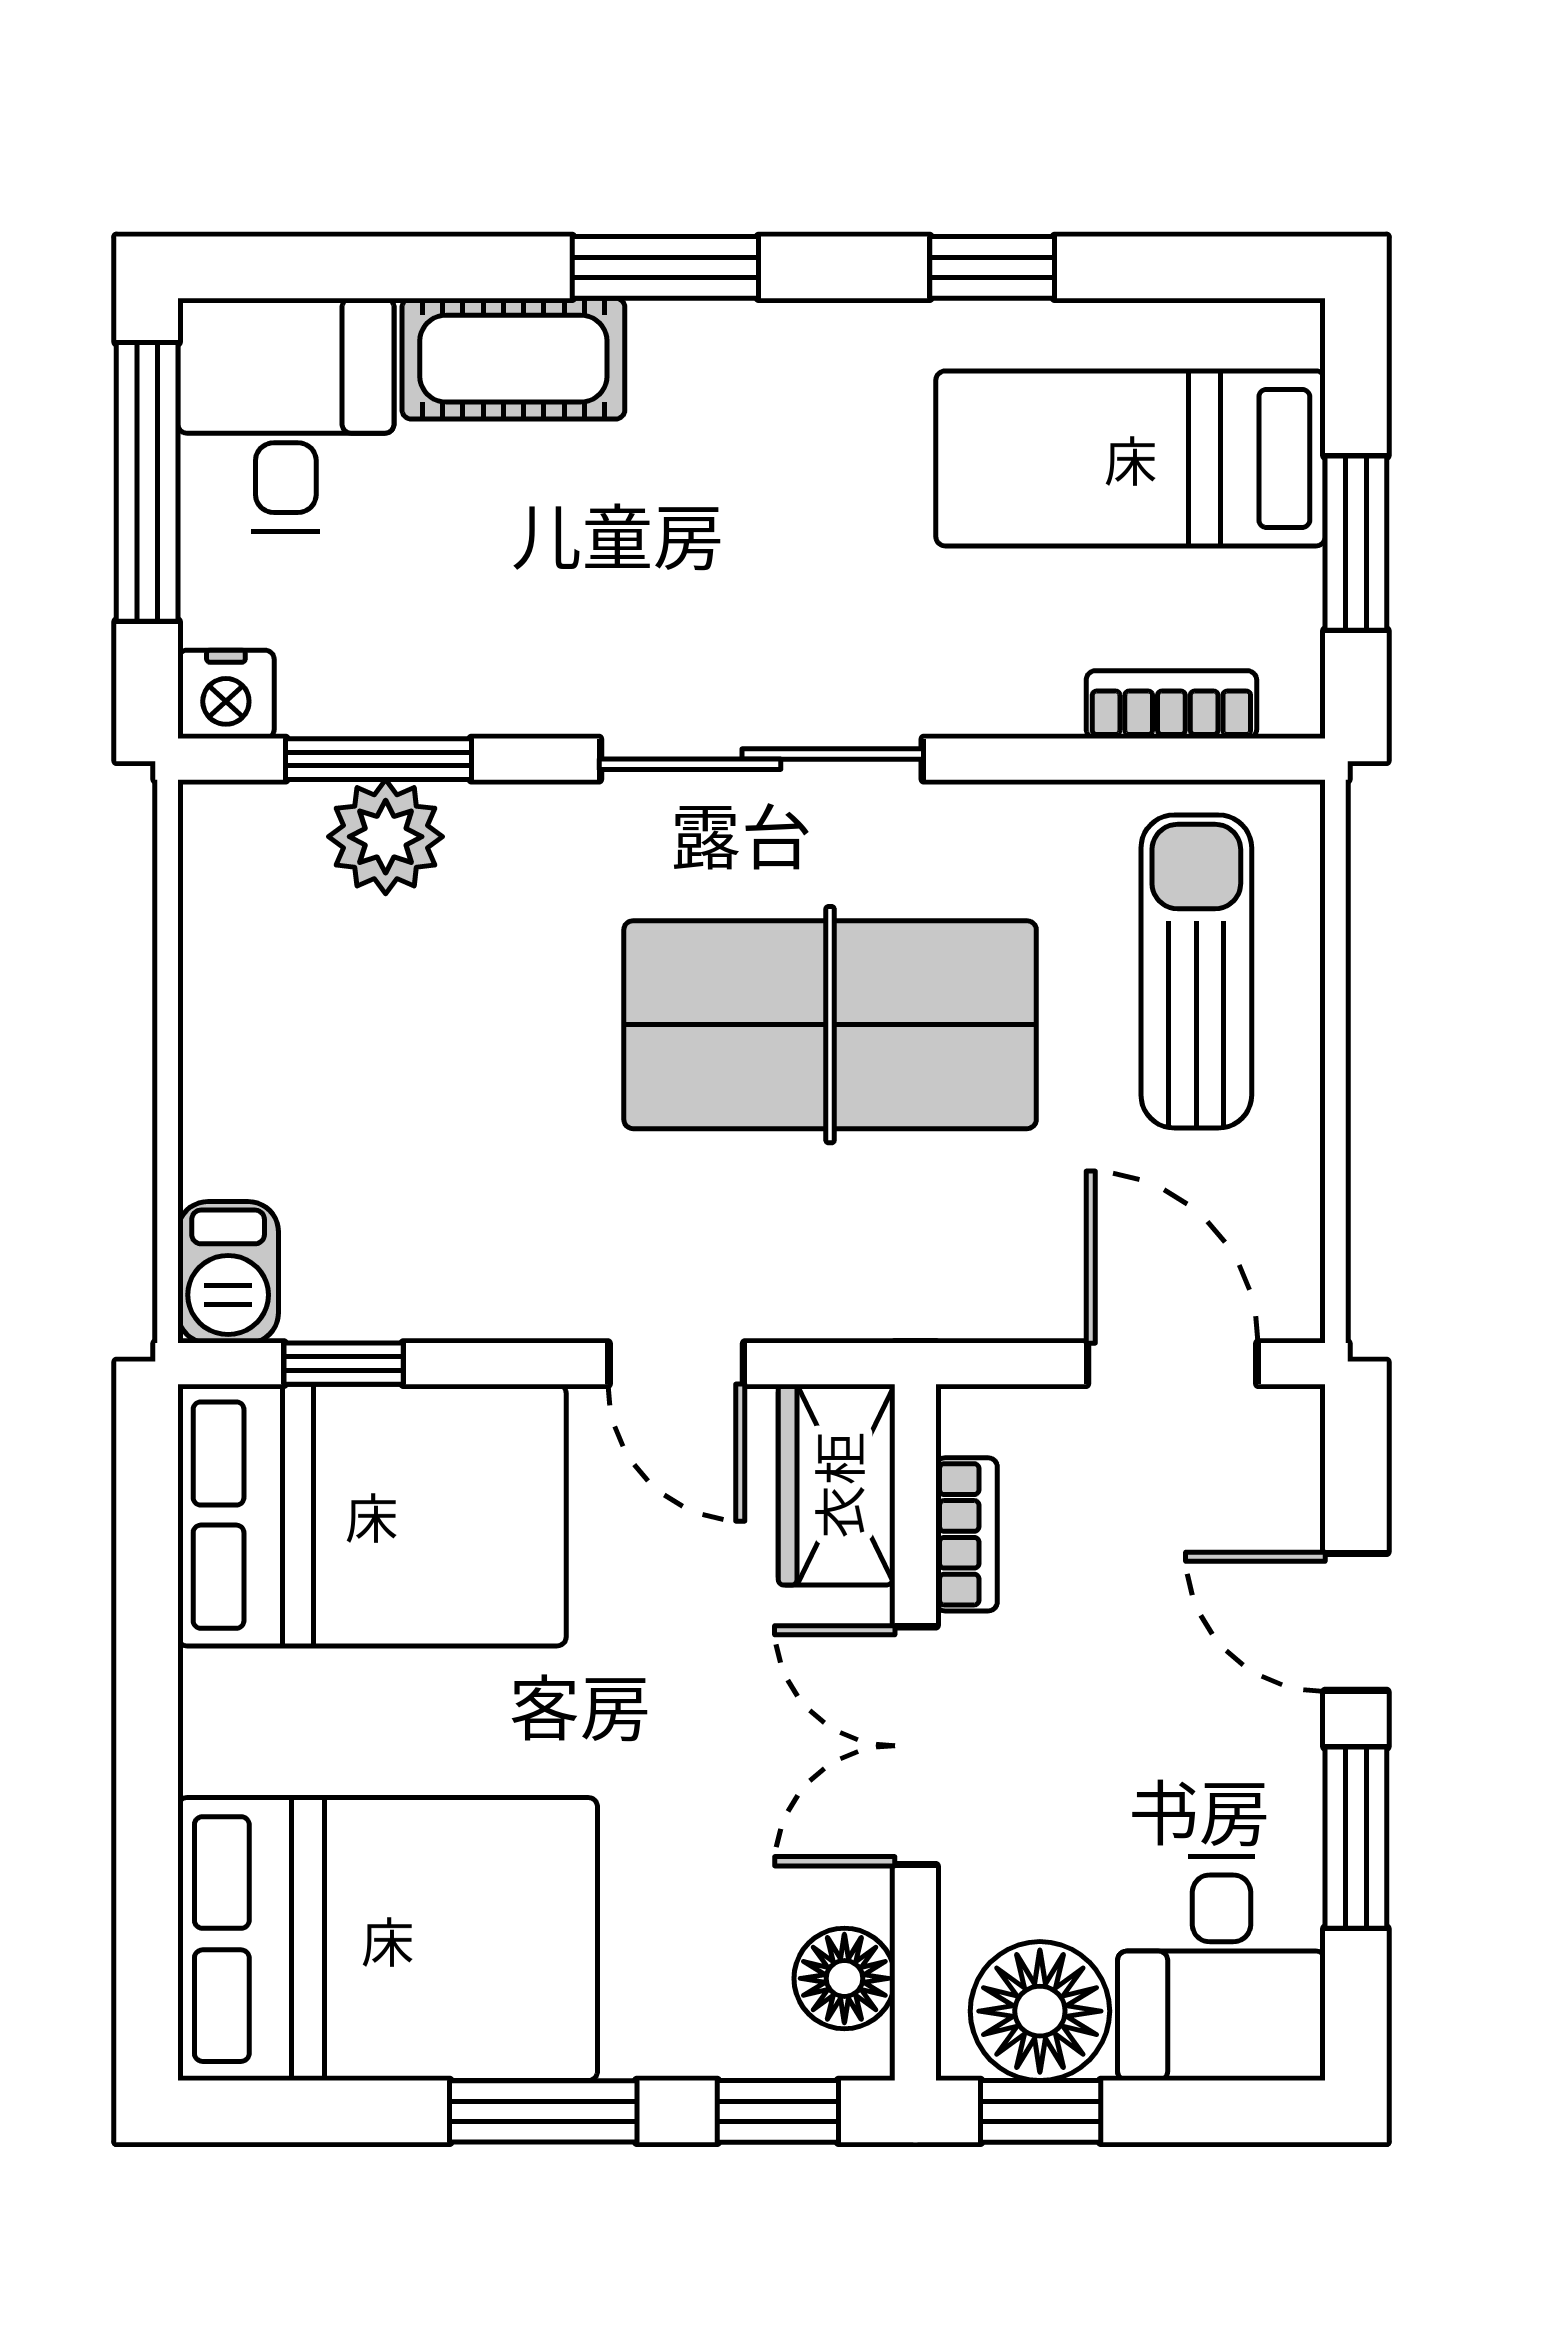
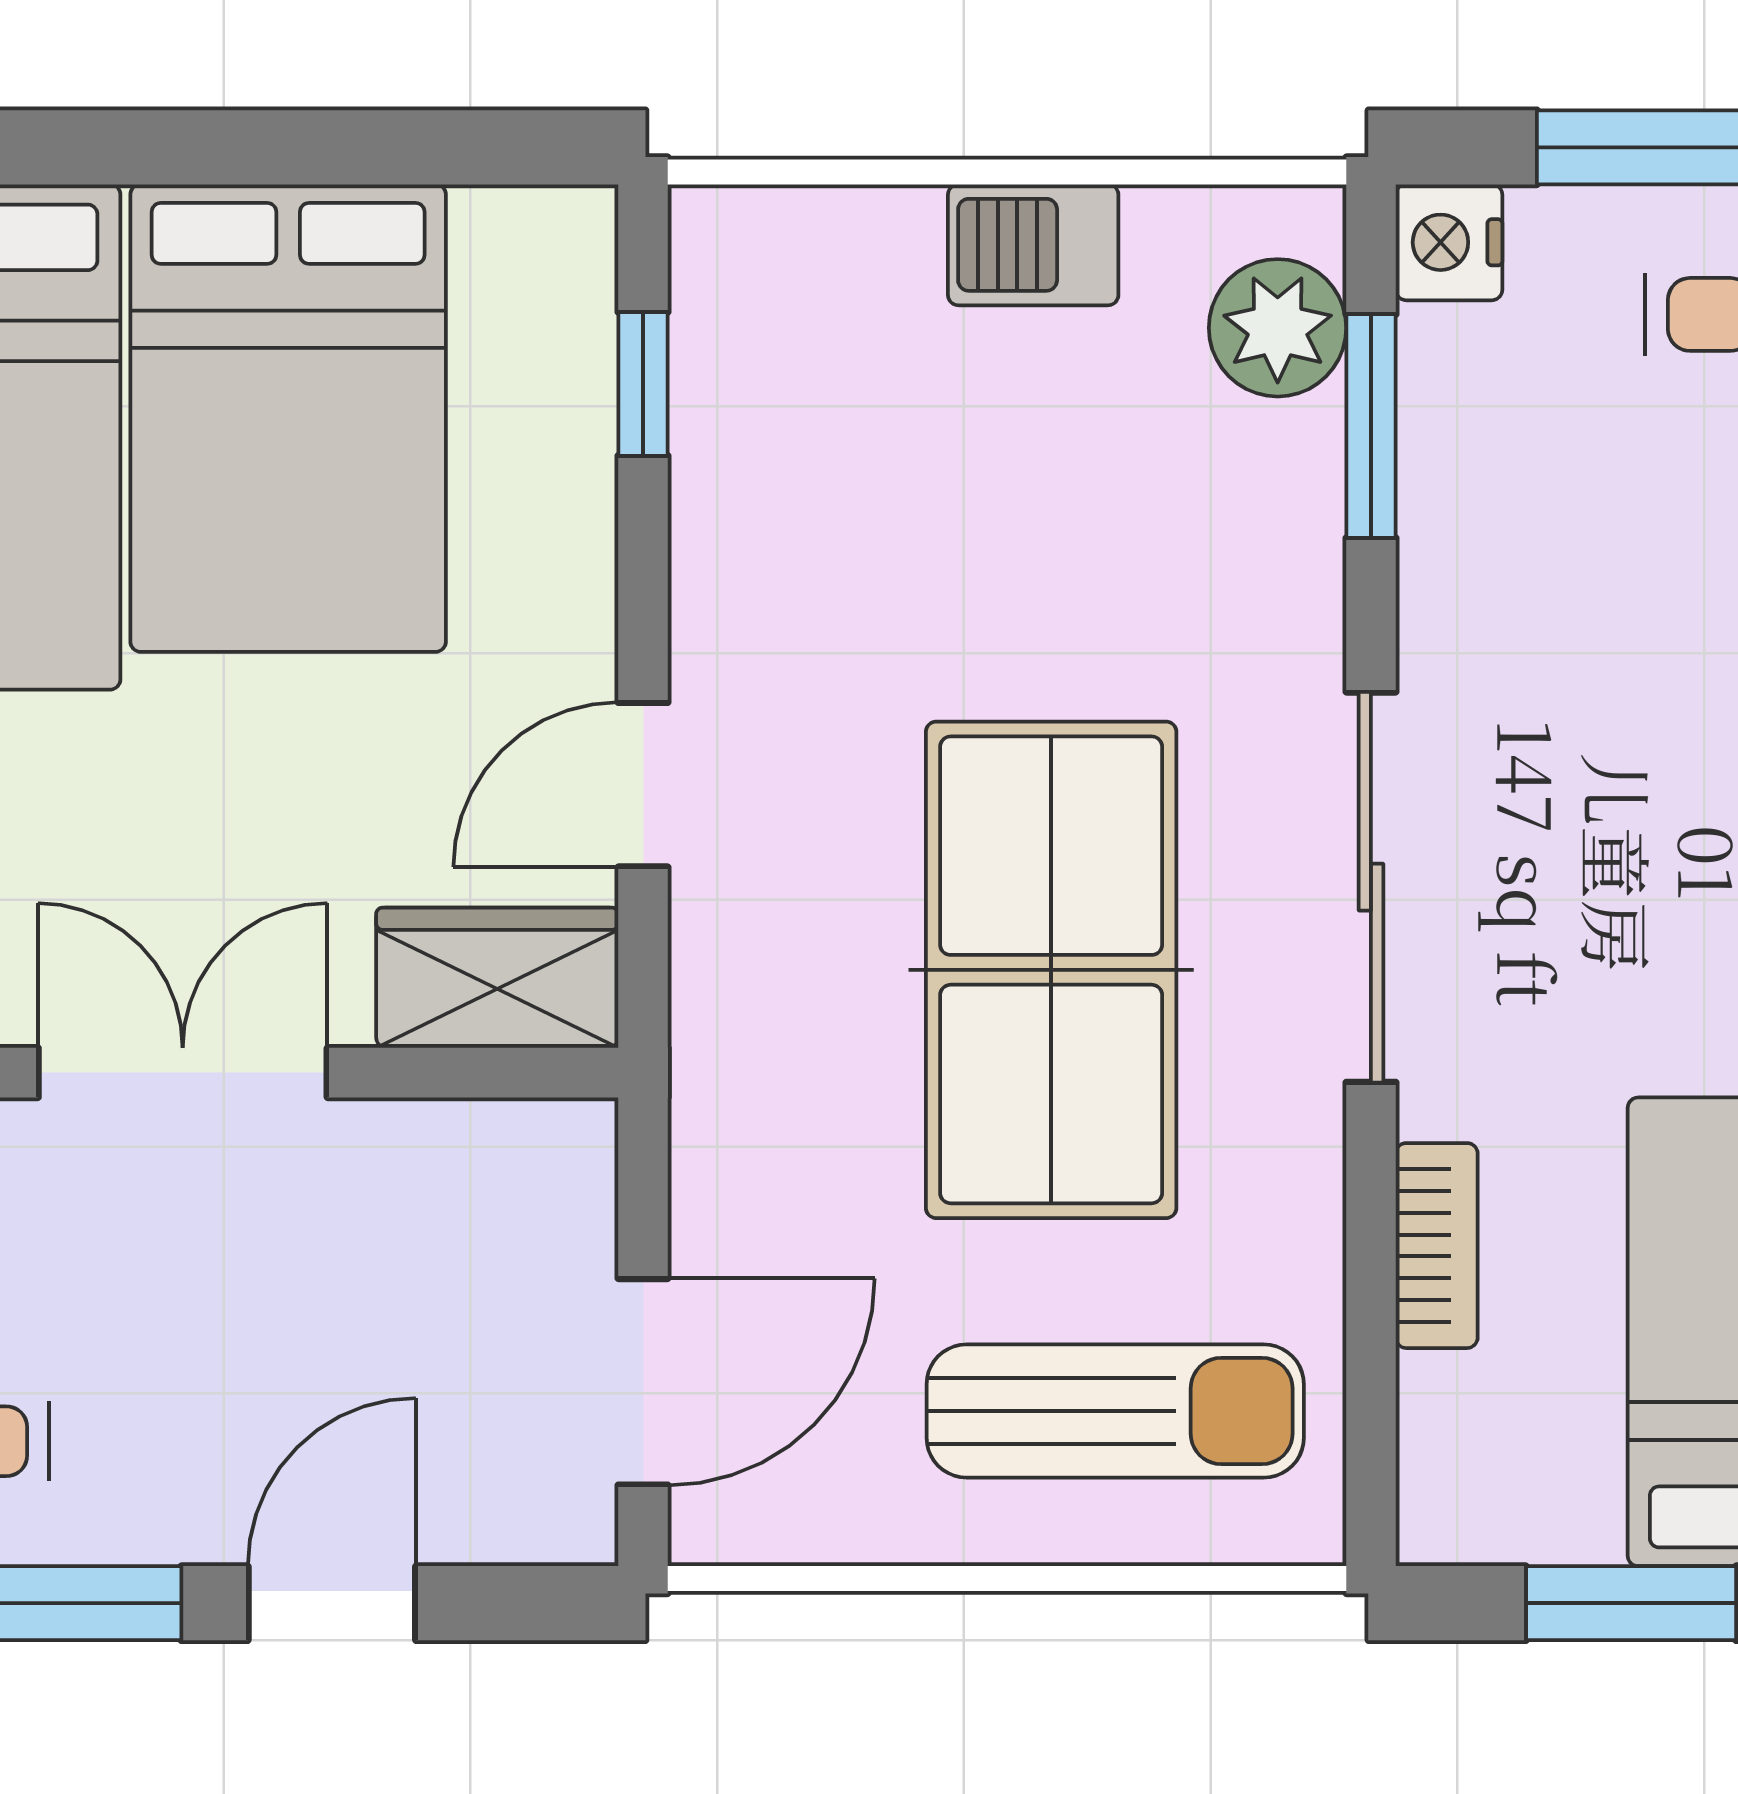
bookcase: (1171, 705) -> (1437, 1246), moved
plant: (386, 837) -> (1278, 328), moved
barbecue: (228, 1272) -> (1033, 245), moved
bed: (372, 1515) -> (288, 418), moved
bookcase: (967, 1534) -> (437, 1134), removed

